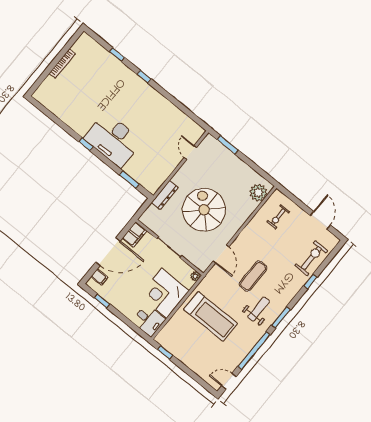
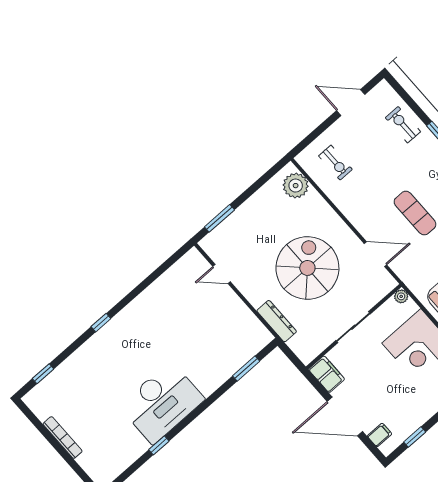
window: (117, 55) -> (43, 374), moved
desk: (113, 140) -> (162, 403), moved
window: (86, 144) -> (159, 445), moved
spiral stairs: (204, 210) -> (307, 268), turned 90
door: (108, 252) -> (345, 417), swing flipped
exercise bike: (311, 258) -> (403, 125), width x0.73, depth x0.72

